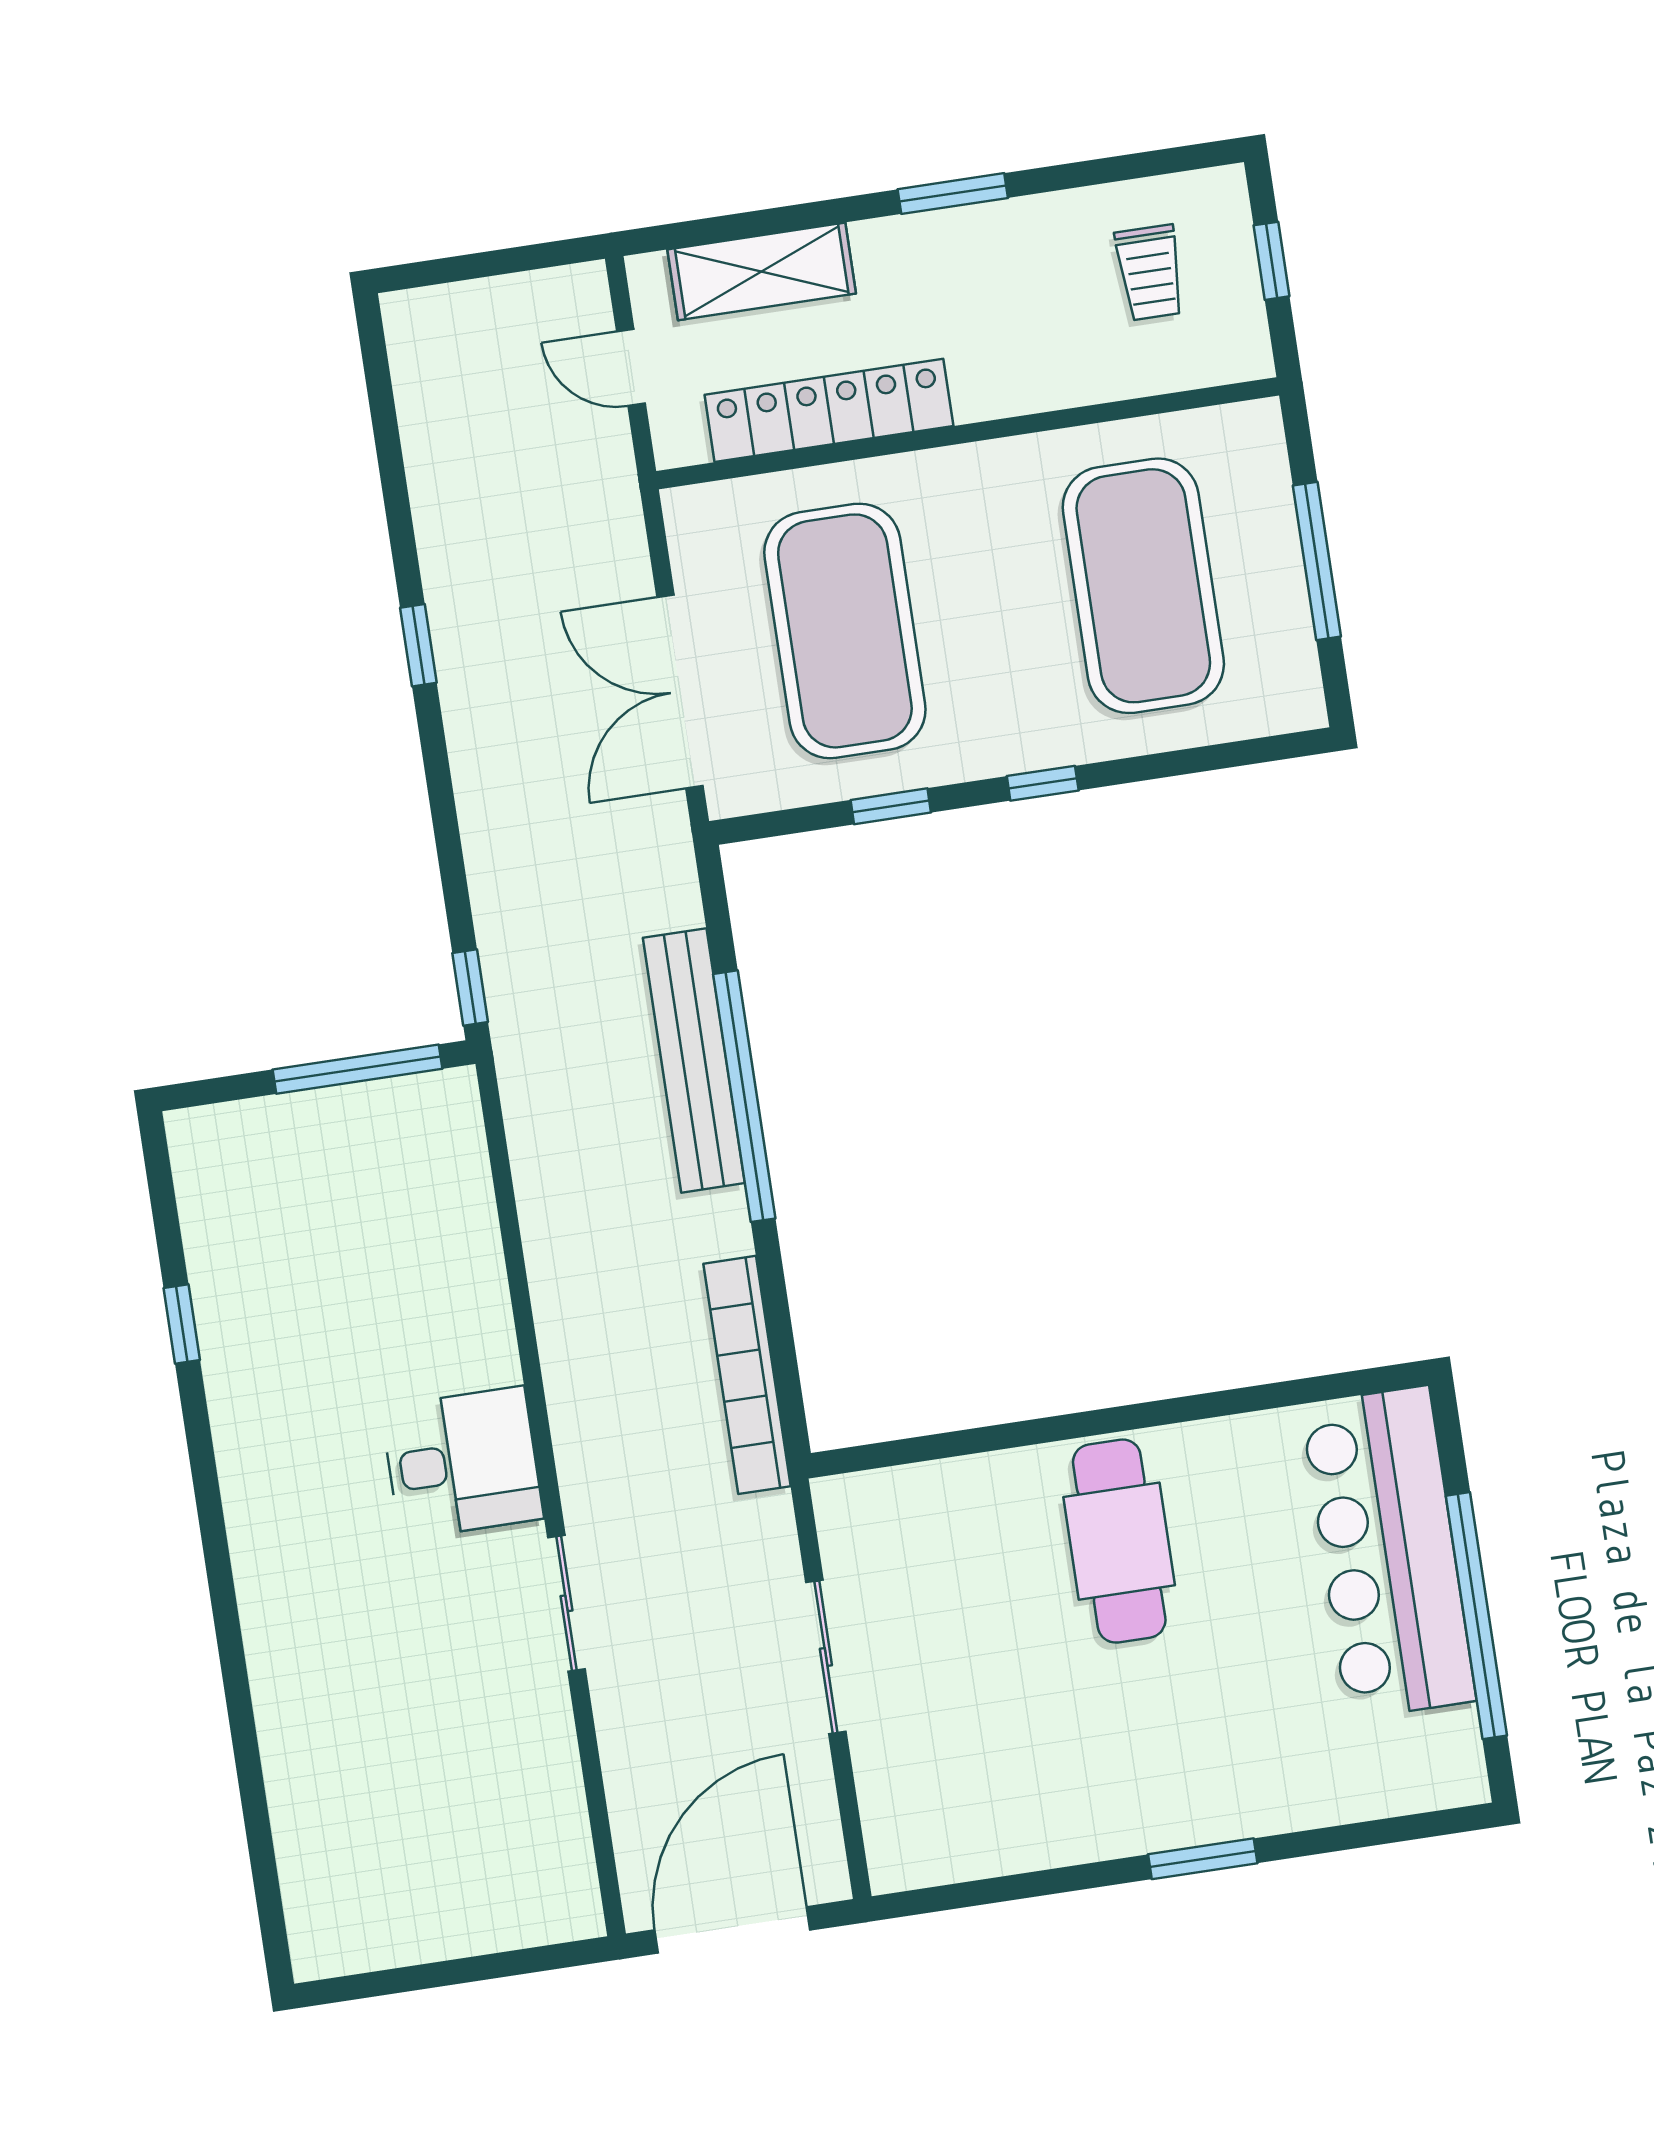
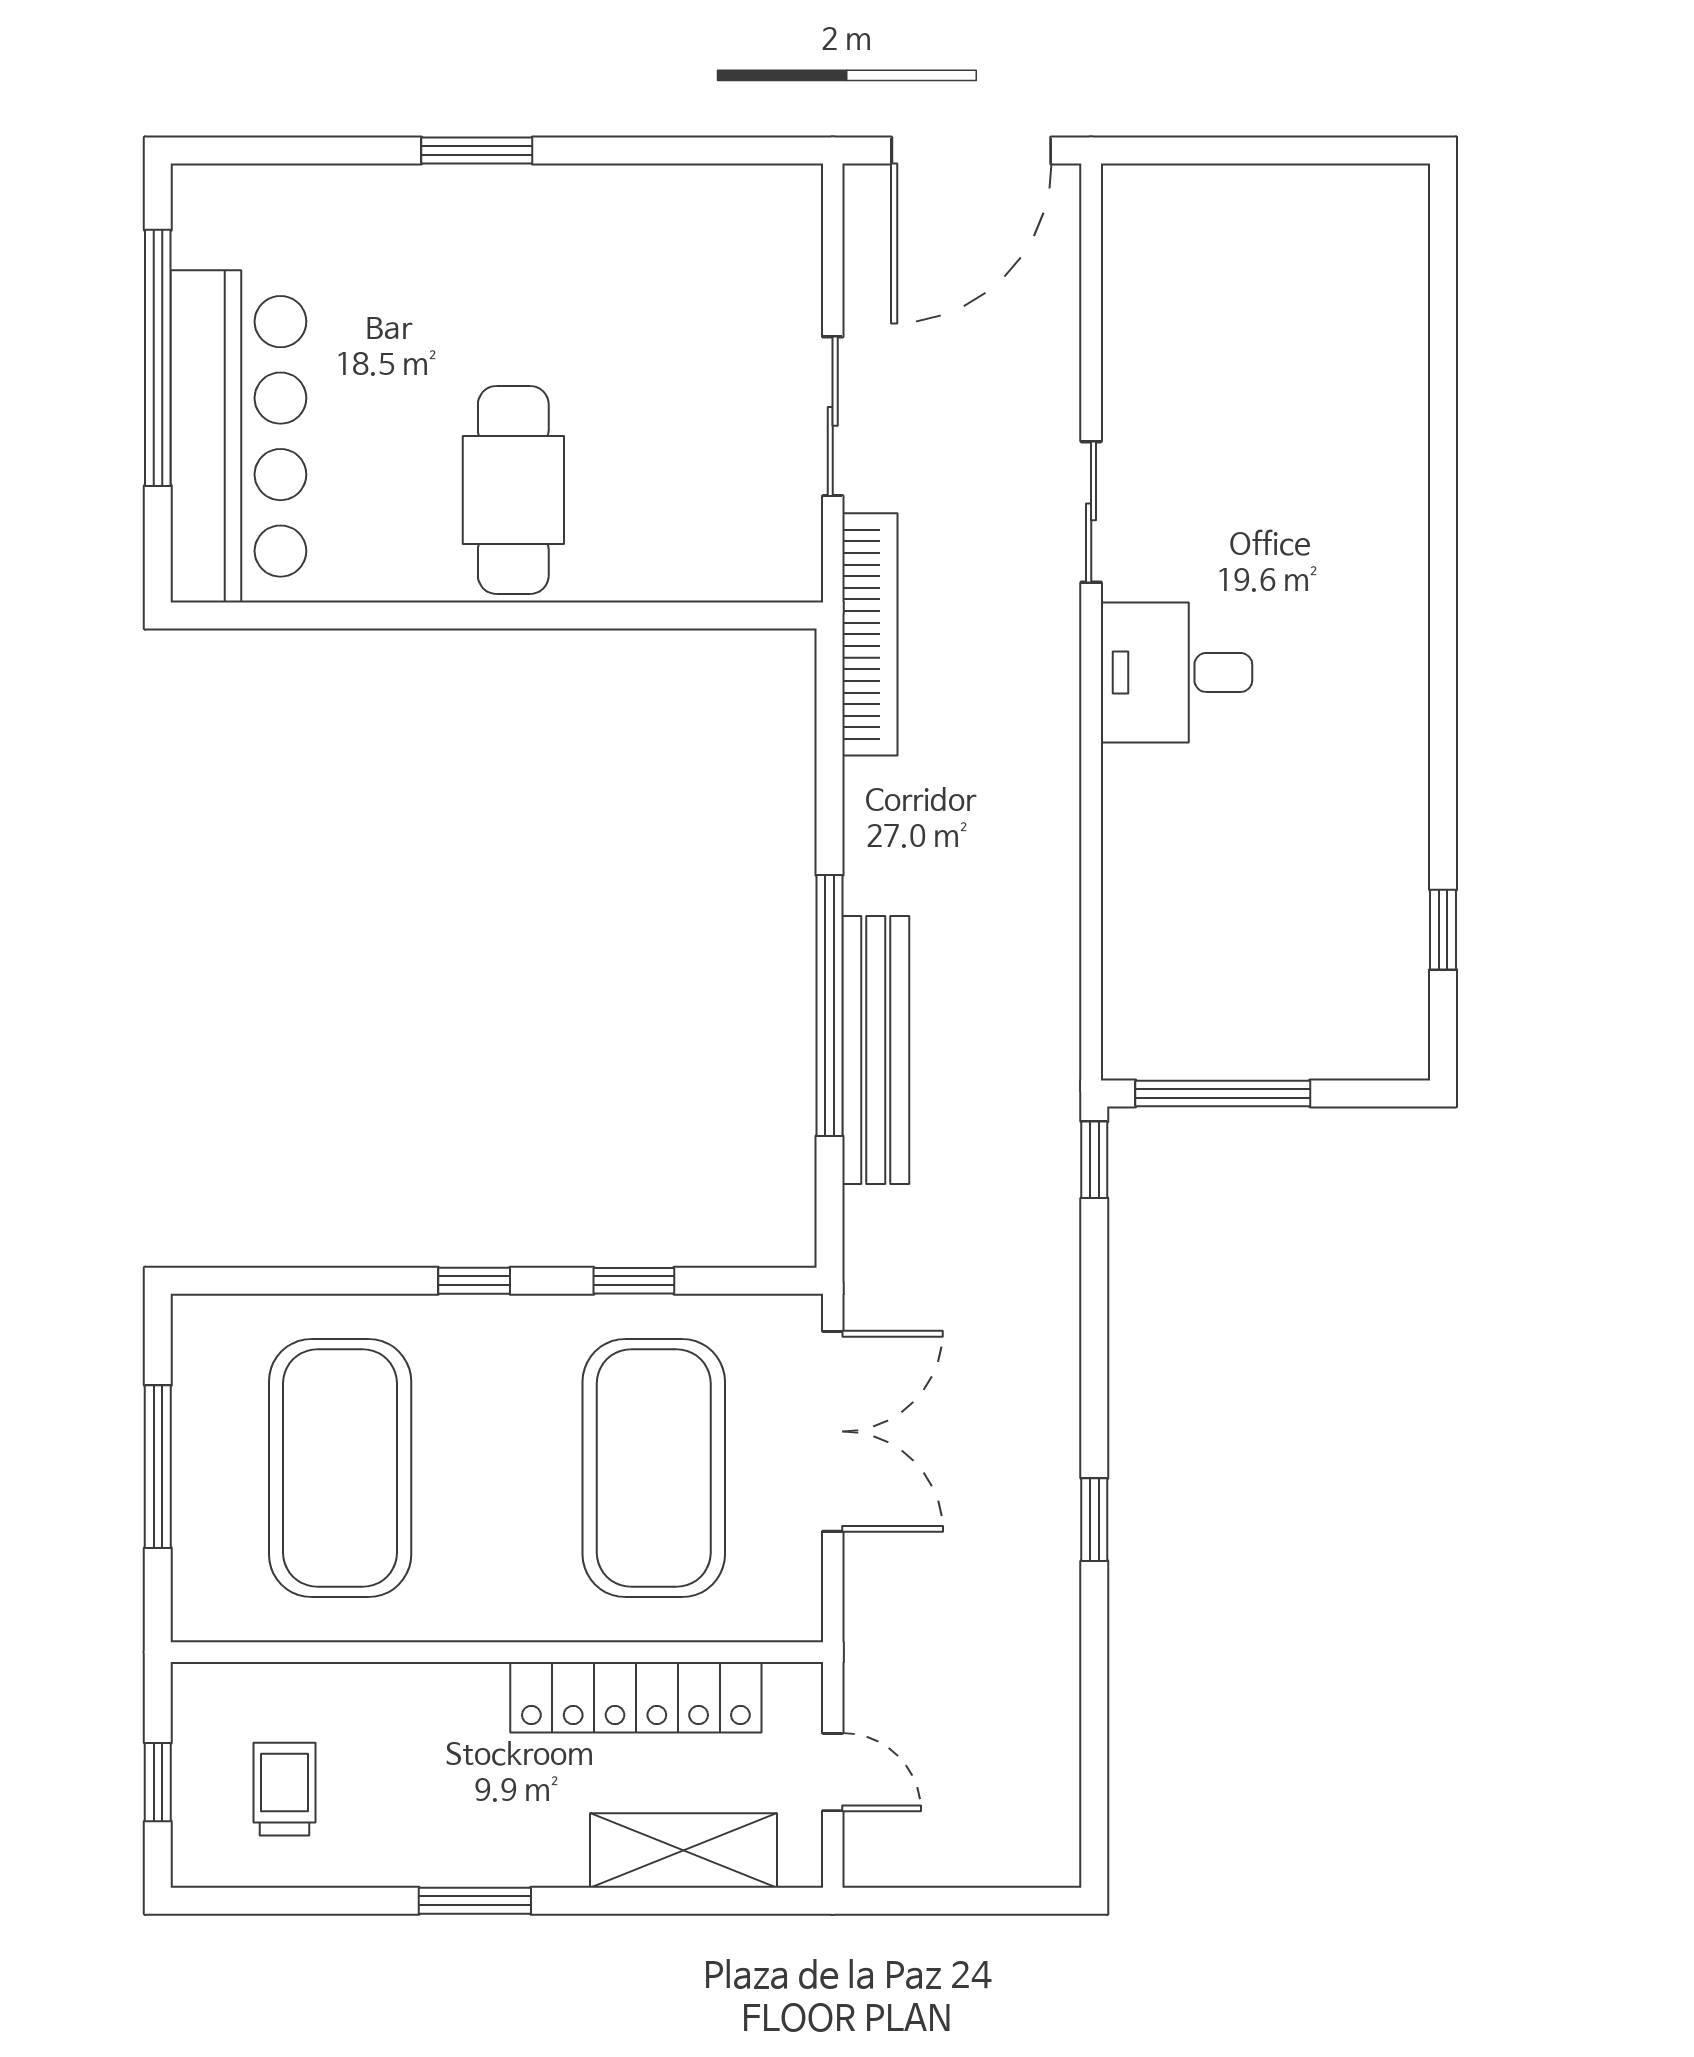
window: (182, 1324) -> (1443, 930), moved
bookcase: (747, 1375) -> (870, 634), moved

